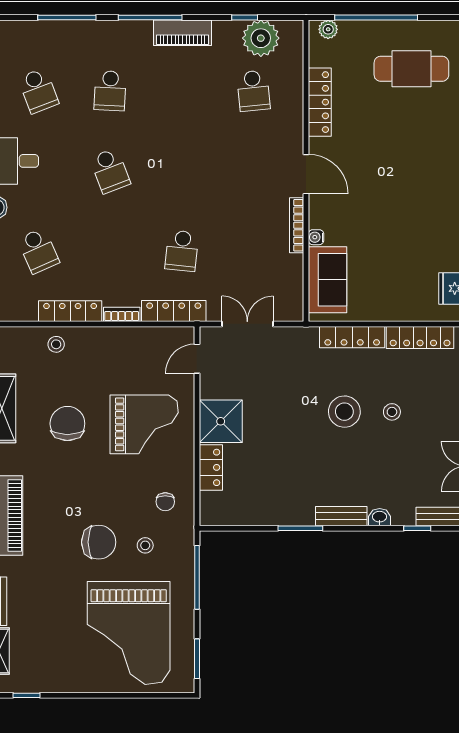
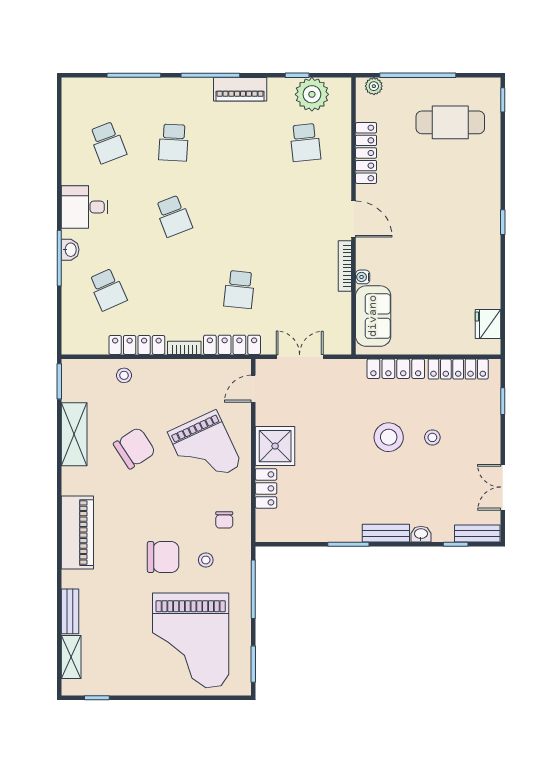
chair: (67, 424) -> (134, 448), turned 57
grand piano: (144, 424) -> (205, 449), turned 65

